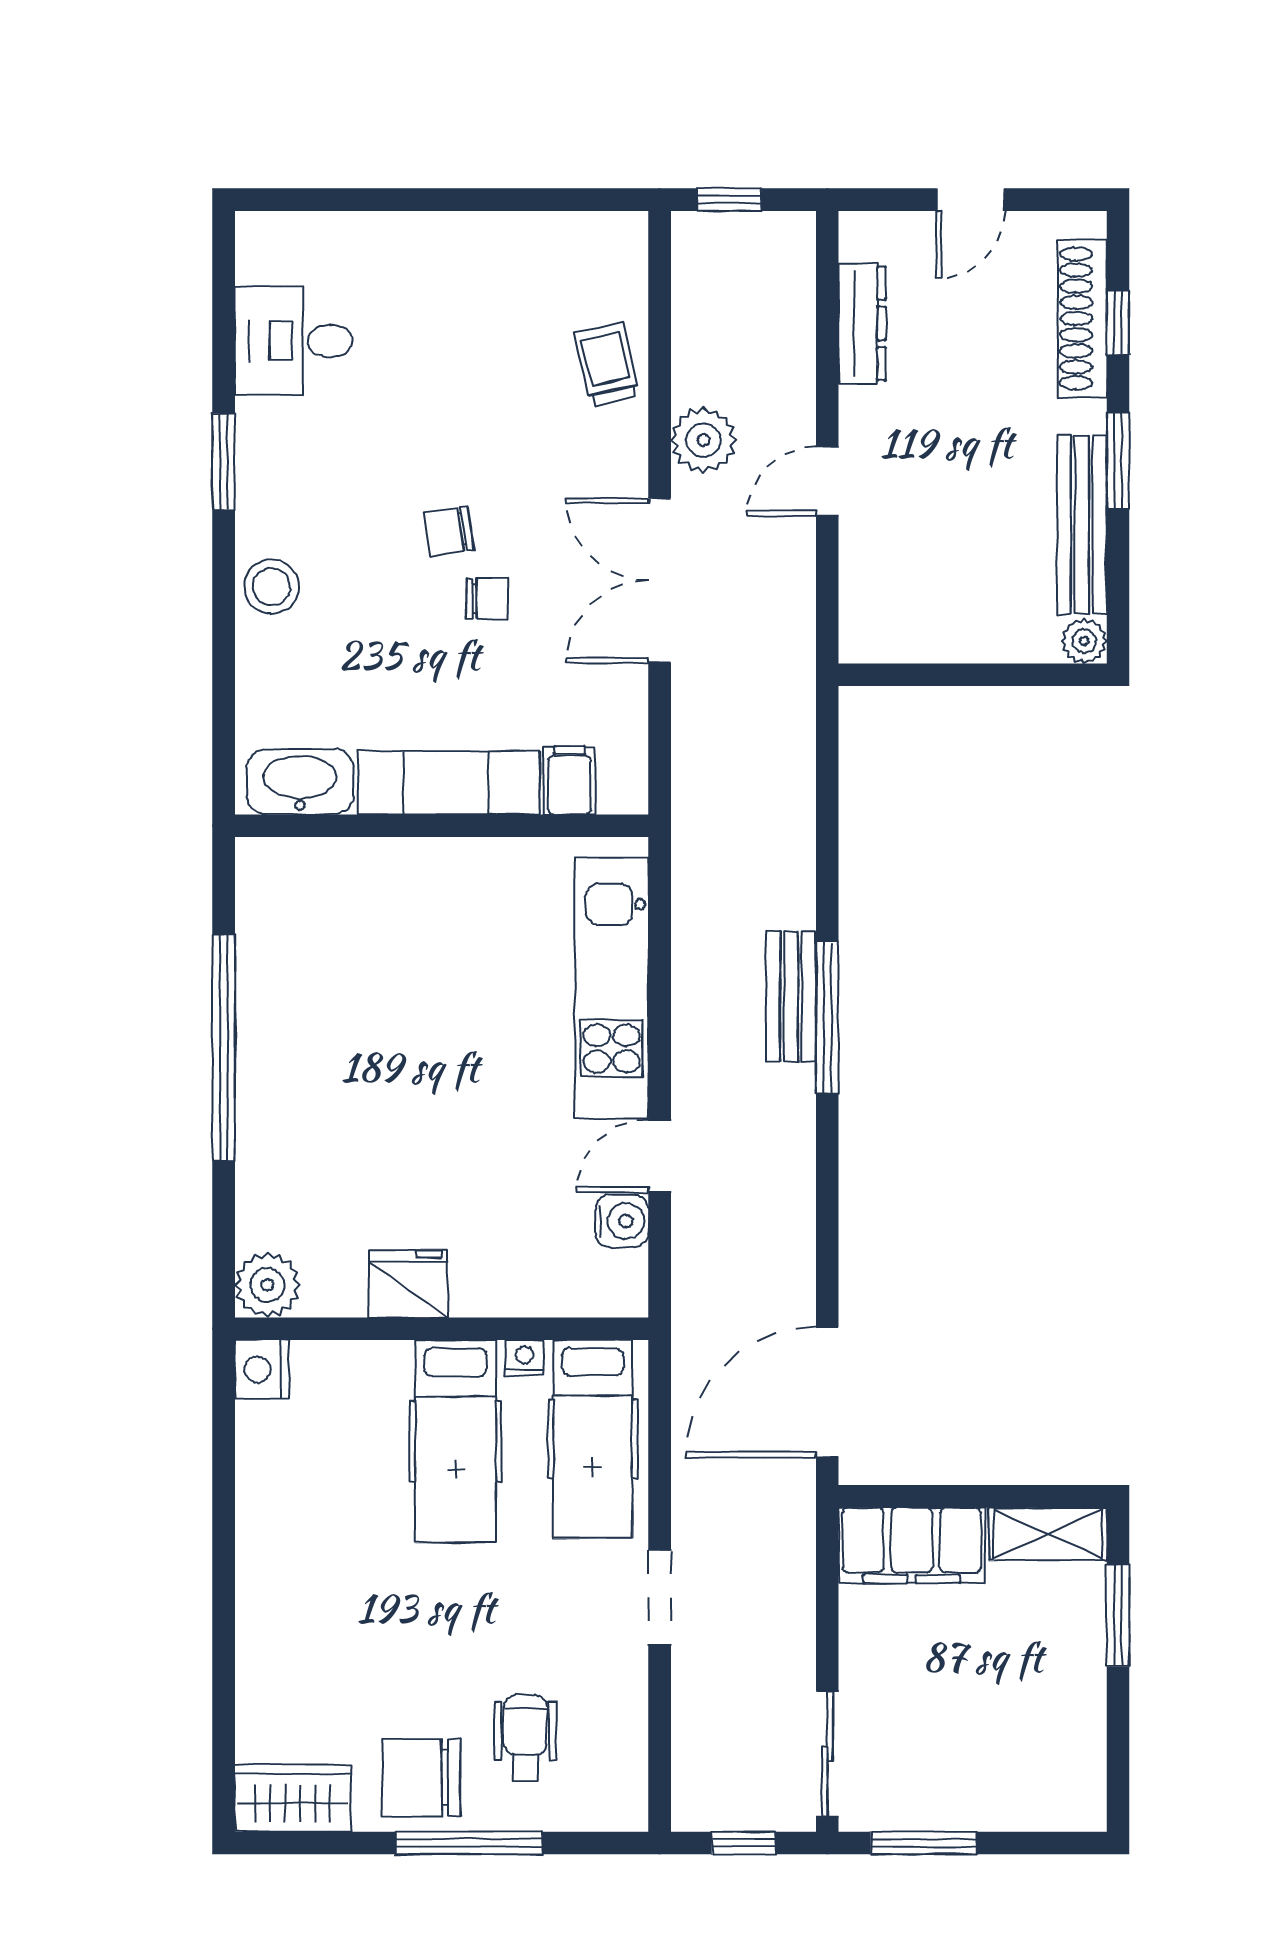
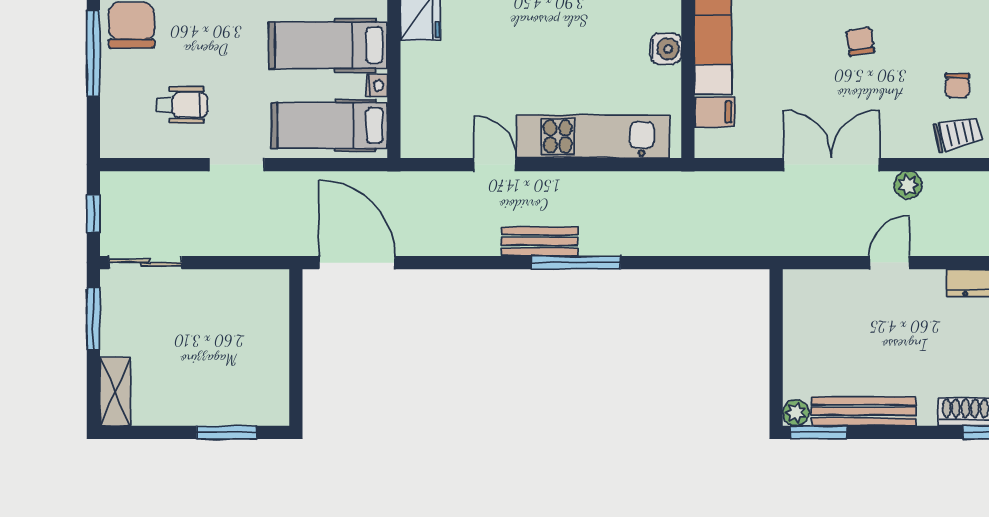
plant: (703, 440) -> (908, 185), width x0.73, depth x0.73
window: (1118, 461) -> (819, 432), moved
door: (827, 481) -> (889, 263), hinge flipped
chair: (487, 599) -> (958, 85), moved
bench: (791, 997) -> (540, 241), moved
water cooler: (622, 1221) -> (666, 49), moved, turned -90
shelving: (1048, 1534) -> (115, 392), moved
filing cabinet: (912, 1545) -> (267, 312), removed
wheelchair: (525, 1738) -> (182, 105), moved

